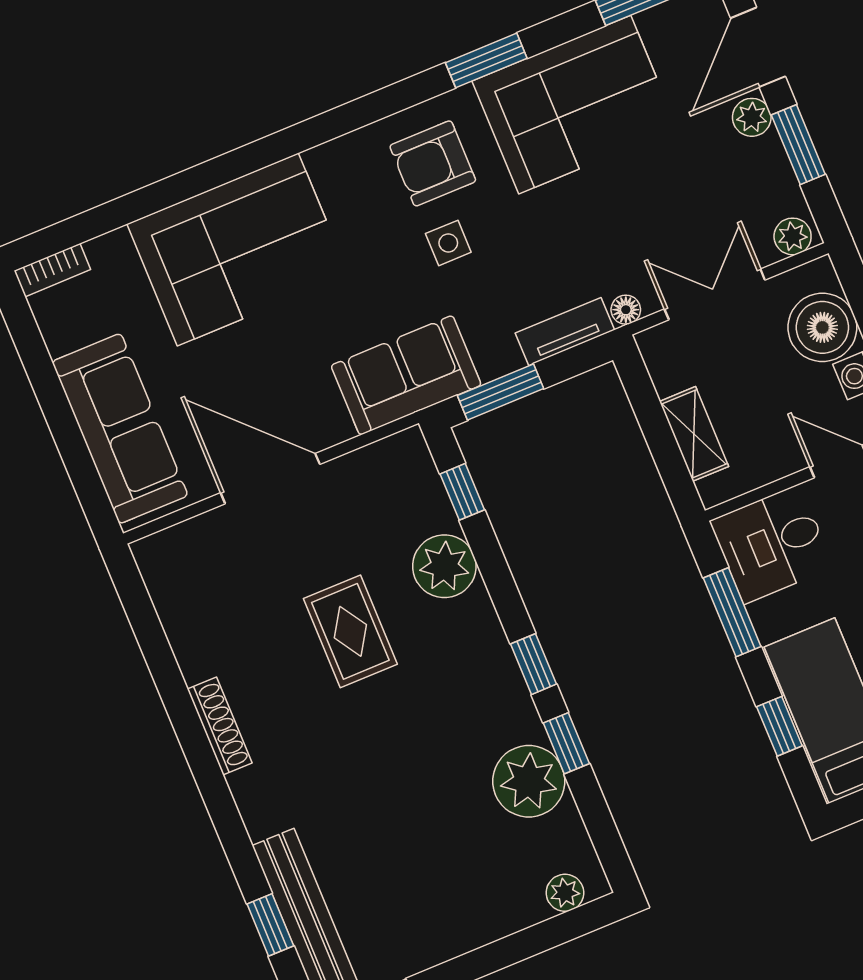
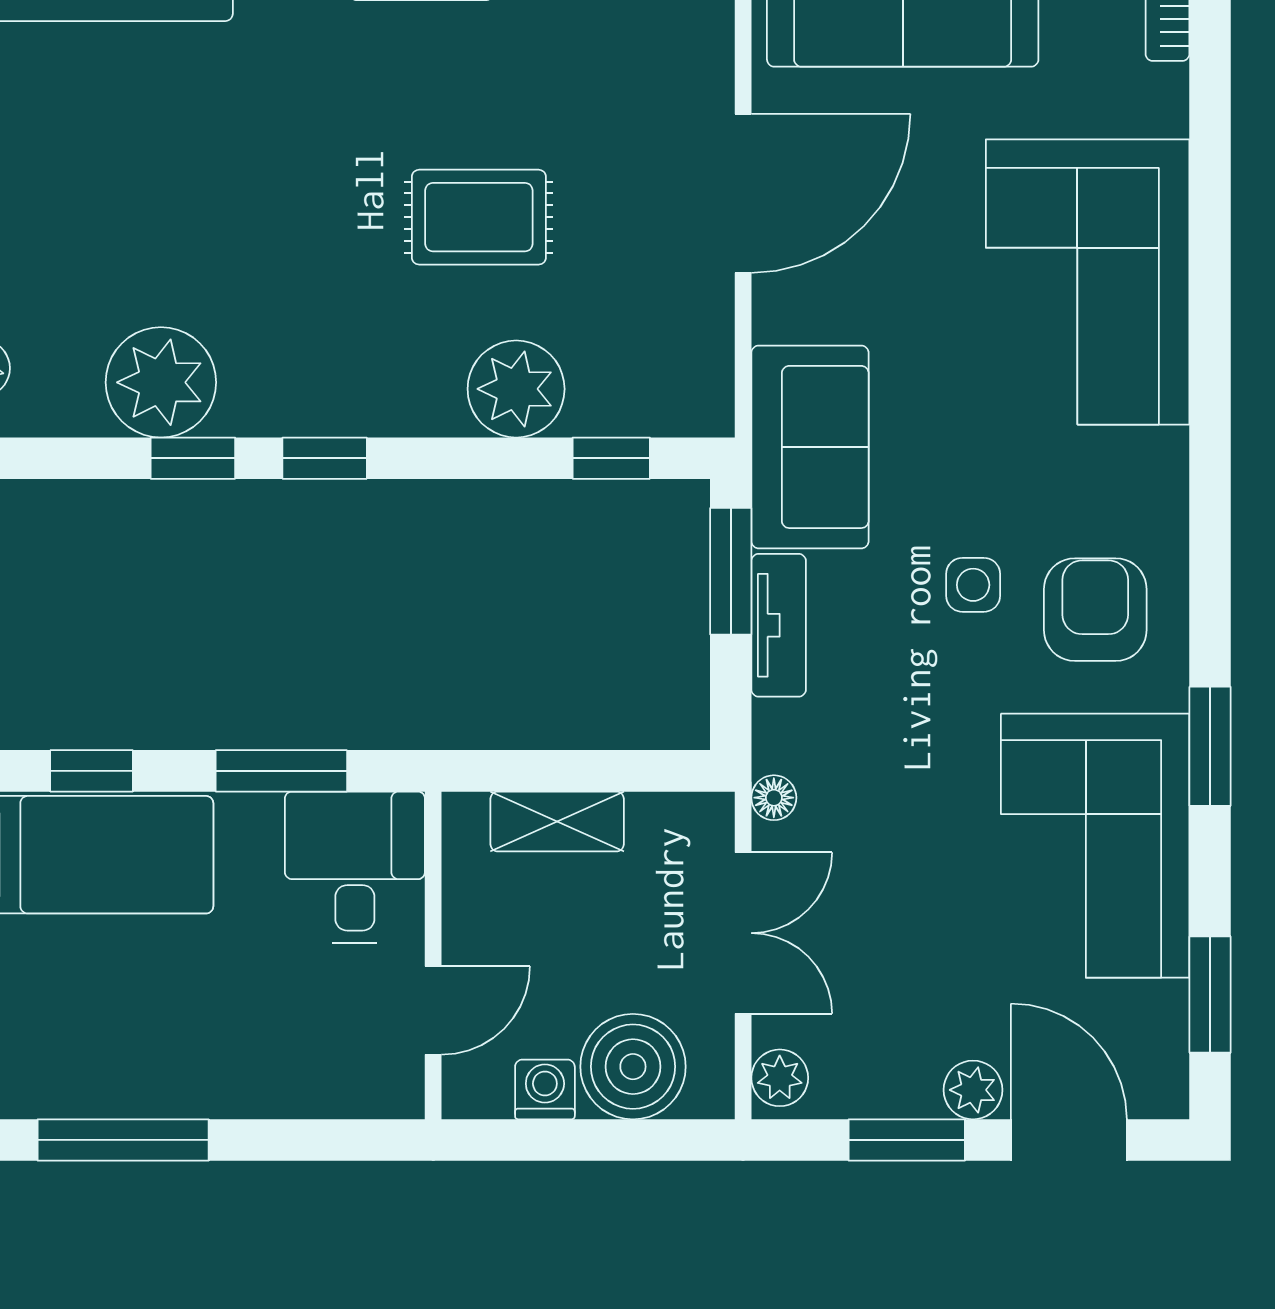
tv unit: (565, 332) -> (779, 625), moved

